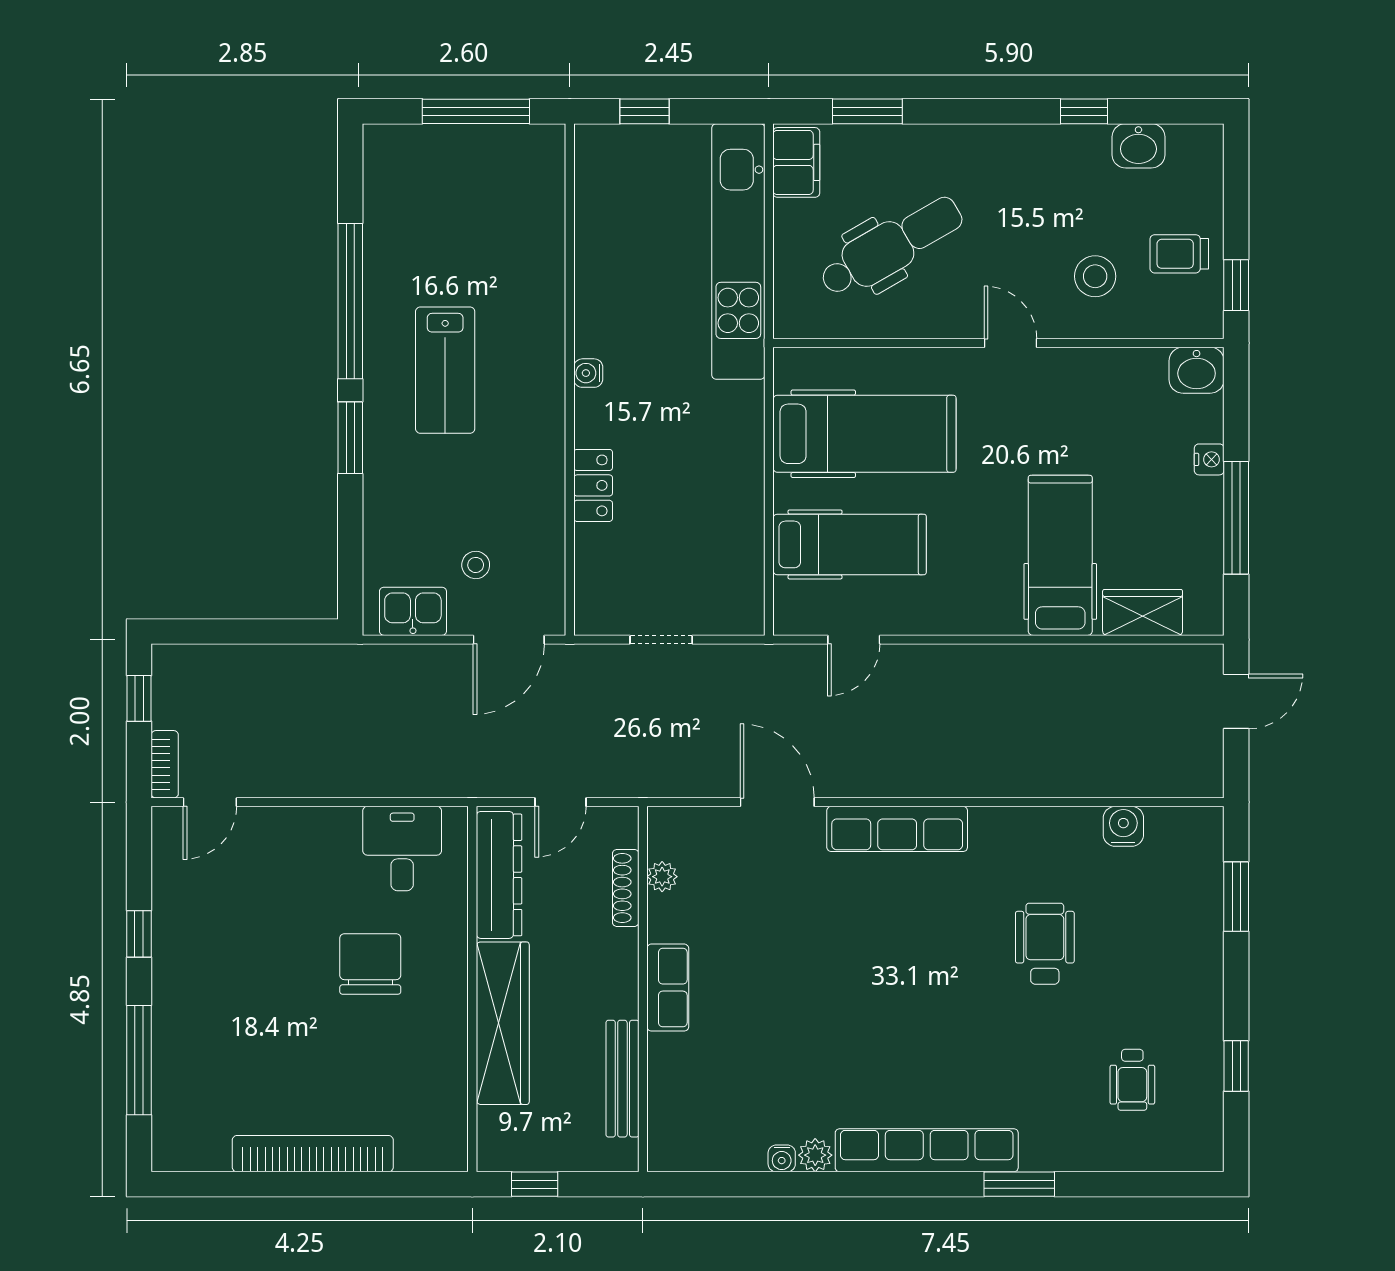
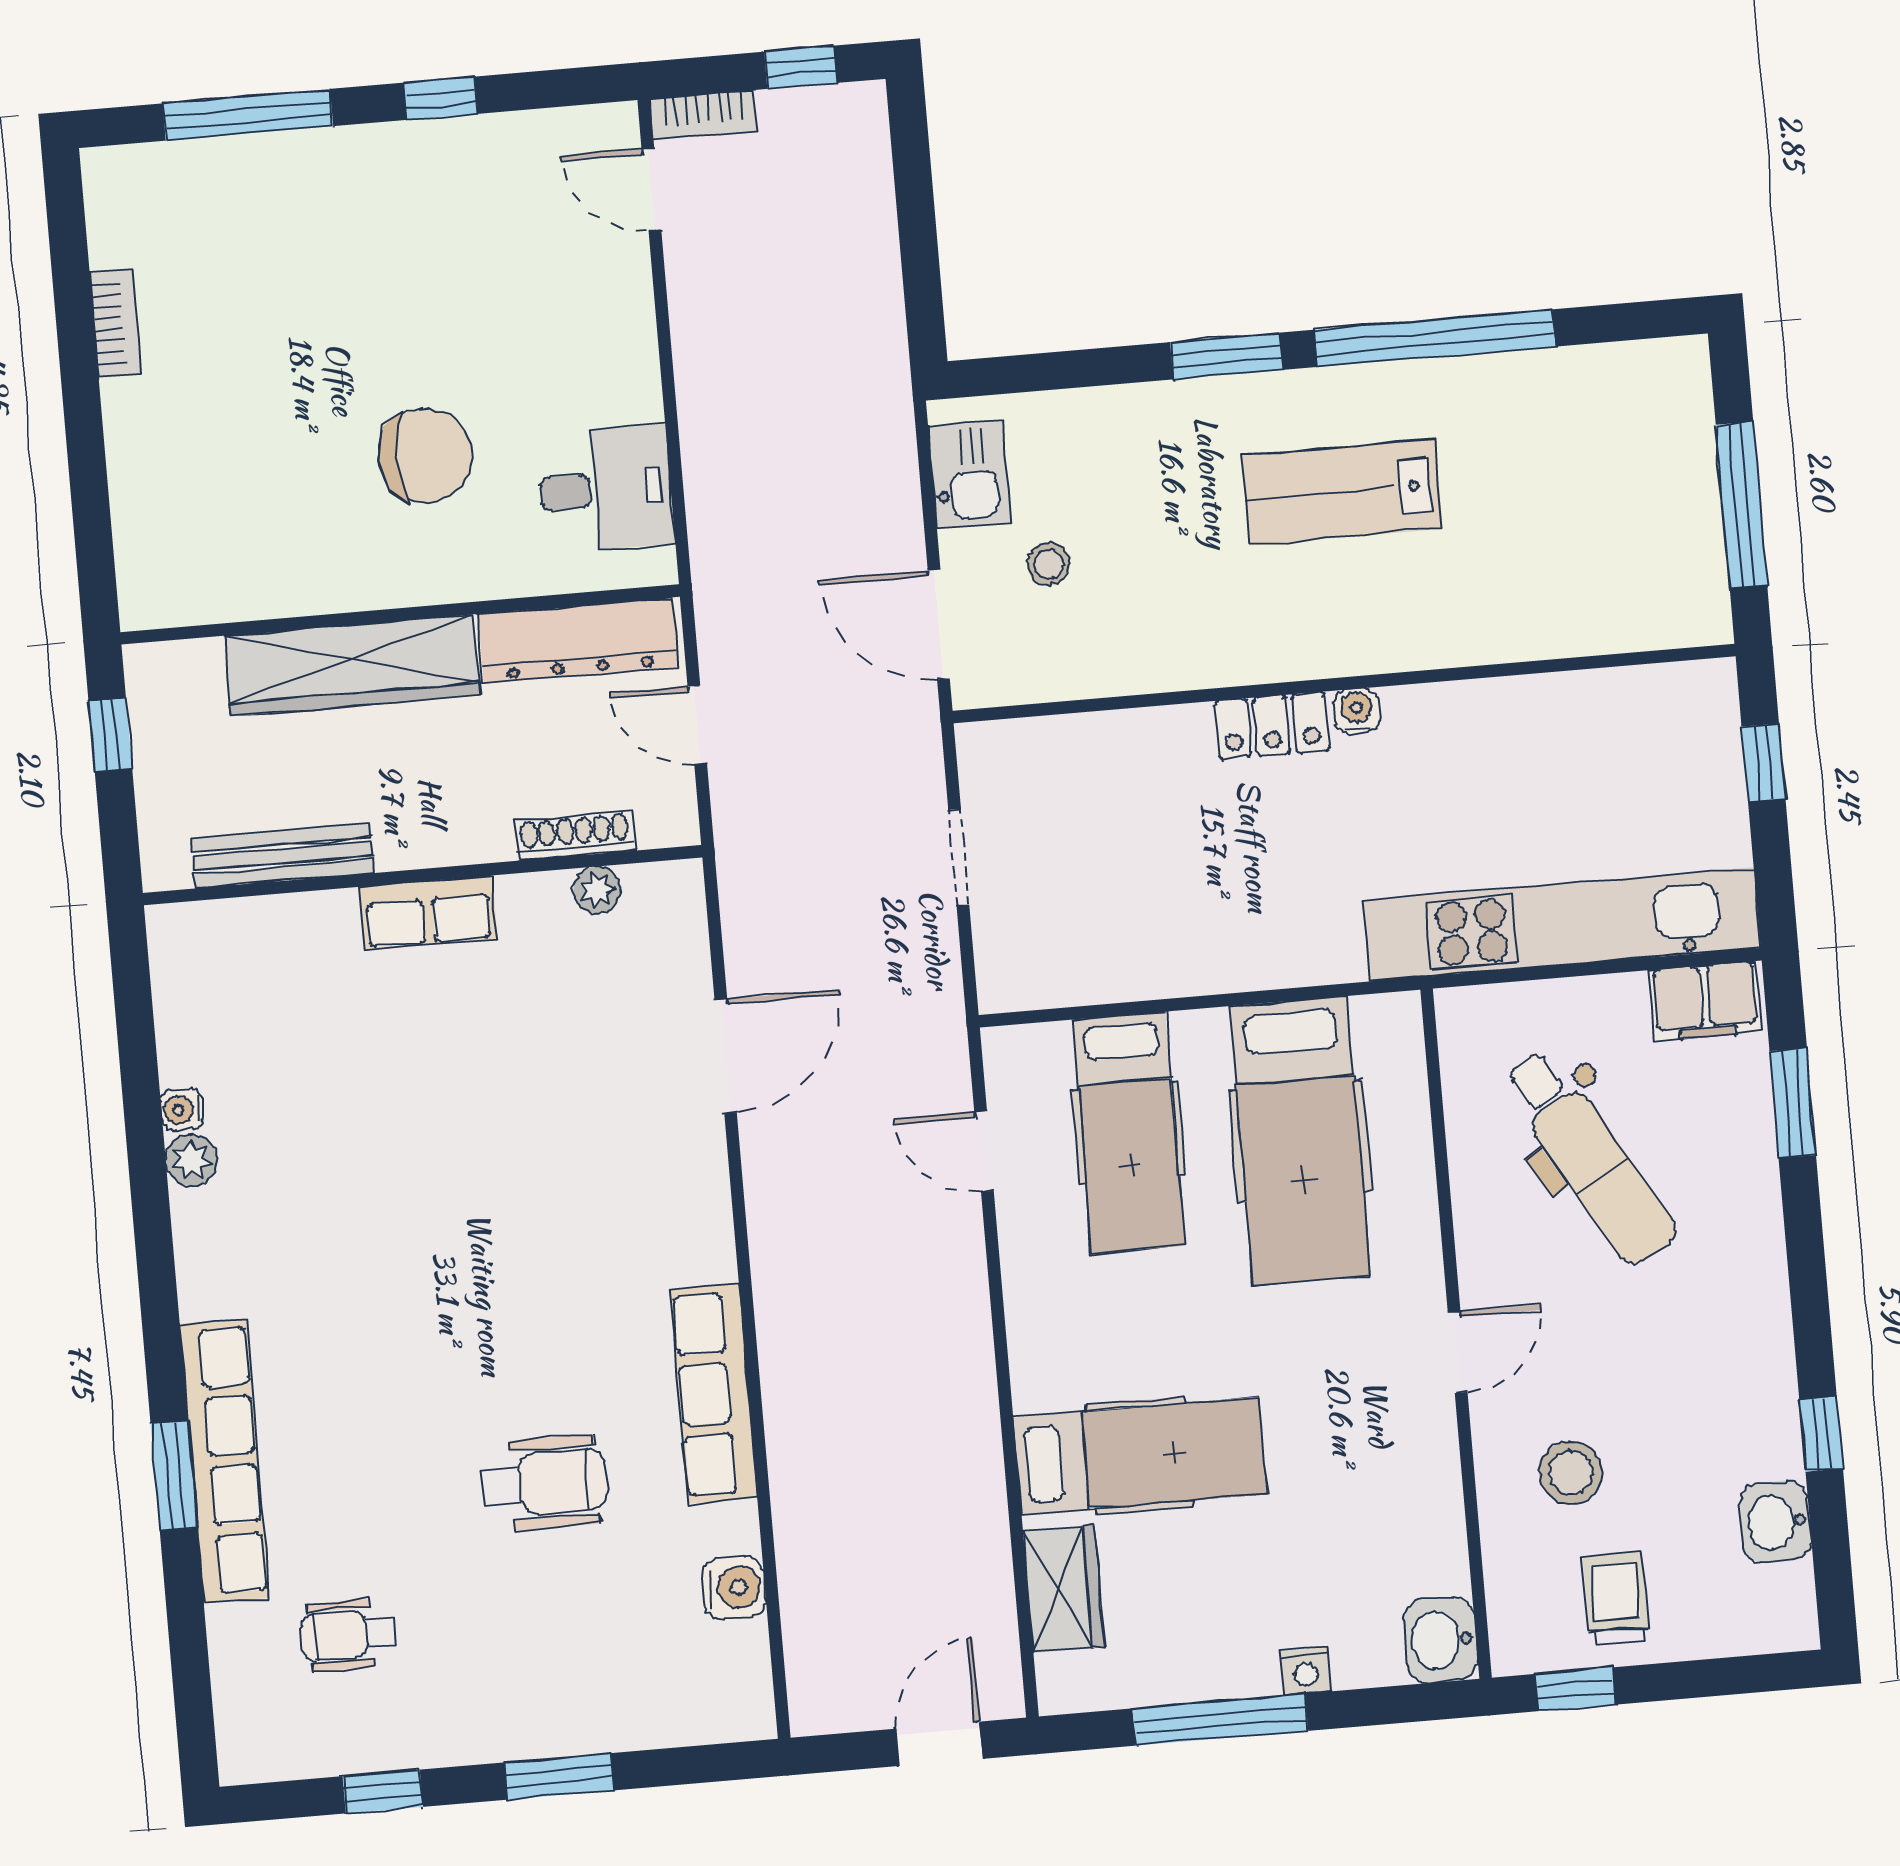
locker: (593, 485) -> (1272, 726), moved
door: (1236, 701) -> (940, 1744), swing flipped
row of seats: (897, 829) -> (713, 1394), moved
window: (1236, 897) -> (559, 1776), moved
row of seats: (927, 1150) -> (225, 1461), moved
bookcase: (313, 1154) -> (115, 323), width x0.43, depth x0.76

